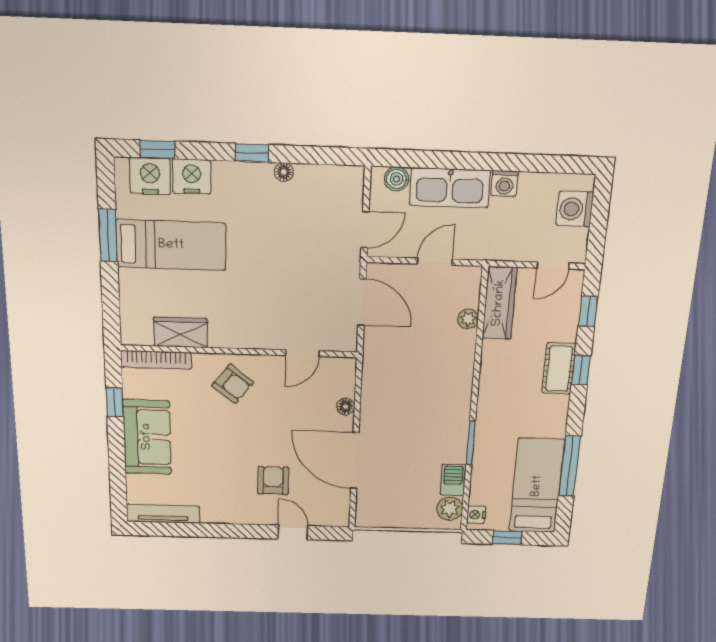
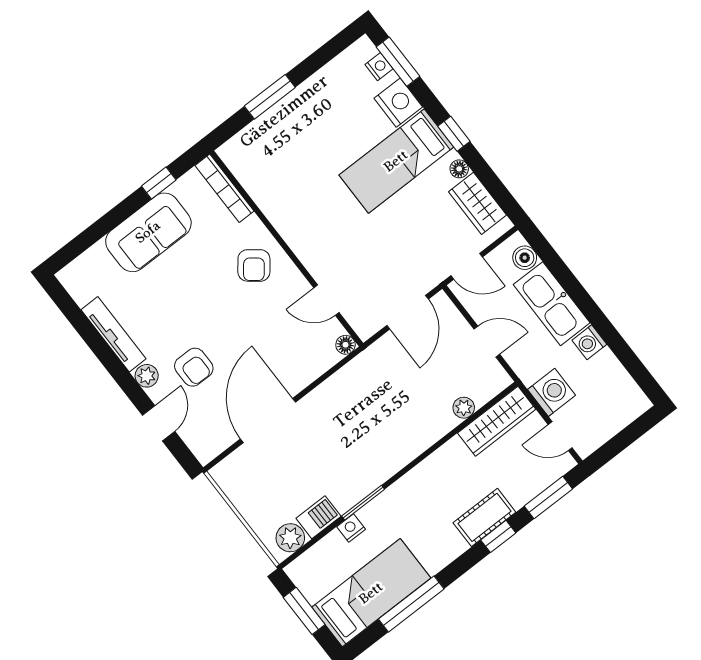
window: (157, 149) -> (398, 62), width x1.50
nightstand: (150, 176) -> (379, 67), width x0.53, depth x0.56
washing machine: (575, 209) -> (552, 392), moved, turned 90
window: (108, 235) -> (270, 97), moved
bed: (171, 245) -> (396, 161), moved, turned 90
window: (588, 311) -> (548, 498), width x1.50
wardrobe: (181, 332) -> (477, 203), moved, turned 180
floor lamp: (346, 407) -> (346, 345), moved
armchair: (273, 481) -> (194, 367), turned 90
tv unit: (163, 514) -> (113, 334), moved
plant: (252, 515) -> (147, 376), added
nightstand: (476, 515) -> (351, 528), moved
window: (507, 538) -> (304, 611), width x1.50

